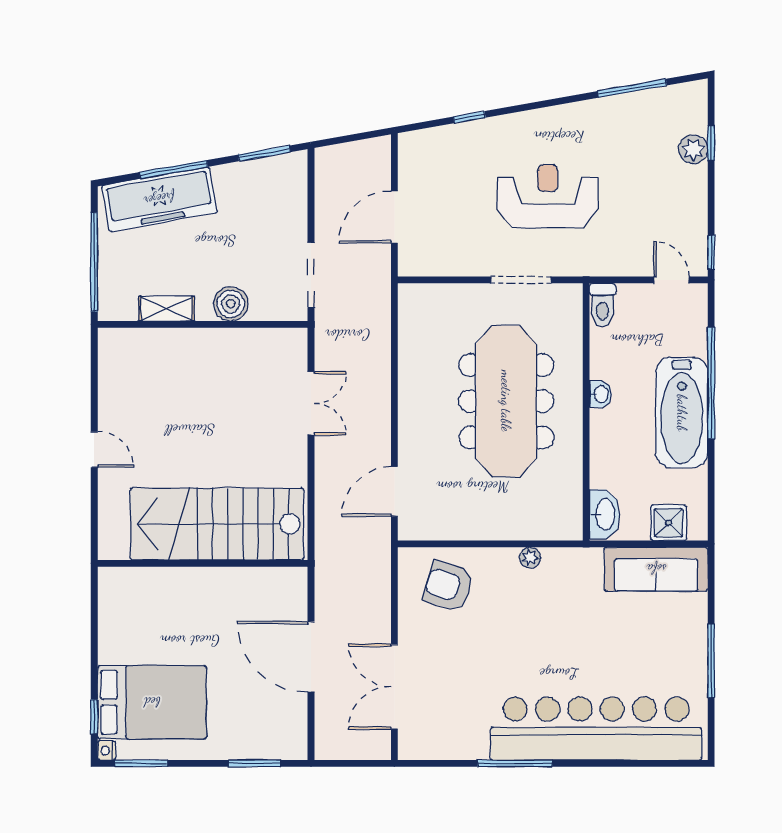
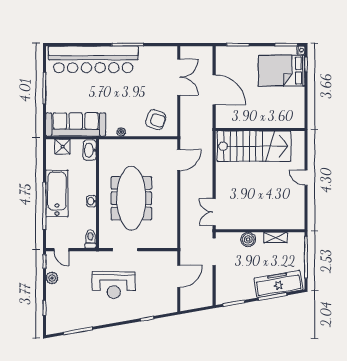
plant: (693, 149) -> (52, 278), moved
double door: (311, 403) -> (214, 212), moved
sofa: (656, 569) -> (76, 124), width x1.36, depth x1.27

